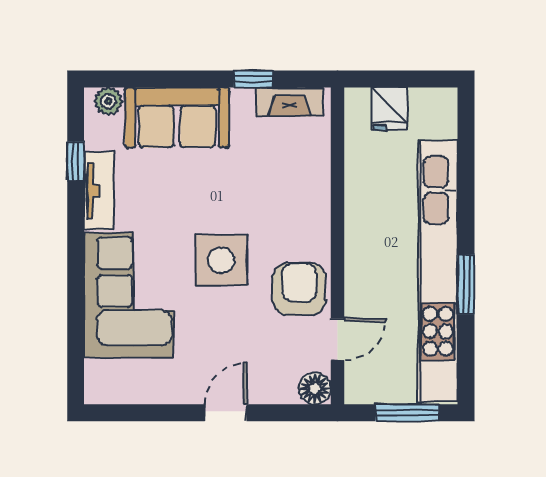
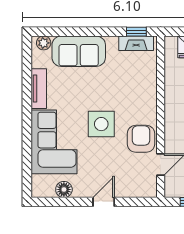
window: (253, 79) -> (136, 32), moved
window: (76, 161) -> (27, 74), removed
floor lamp: (315, 388) -> (64, 189), moved

